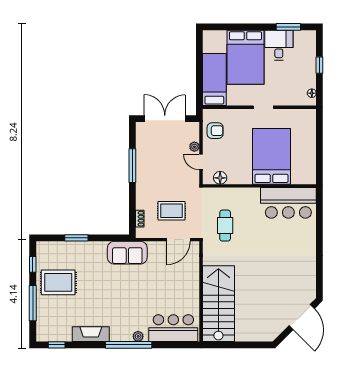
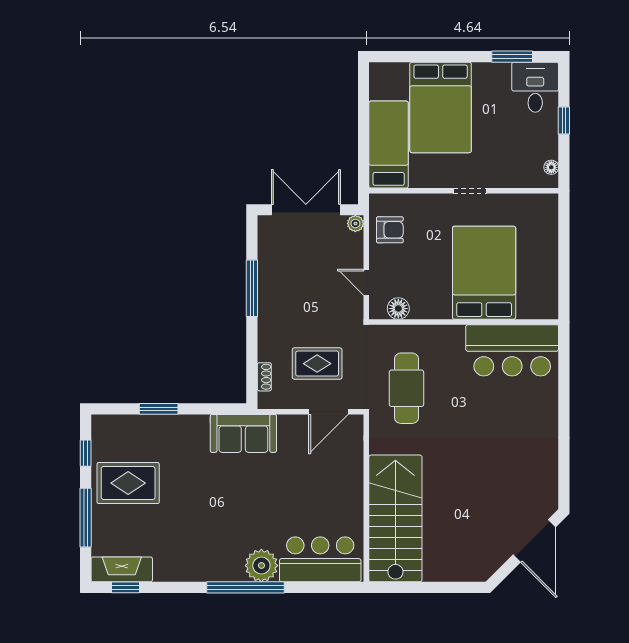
desk: (279, 45) -> (535, 87), moved
plant: (194, 147) -> (355, 223), moved
cafe table: (225, 226) -> (406, 388), width x1.37, depth x1.35
fireplace: (91, 334) -> (122, 569), moved
plant: (138, 336) -> (261, 566), width x1.87, depth x1.87

